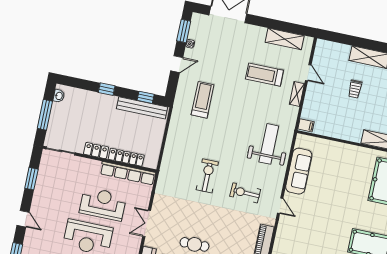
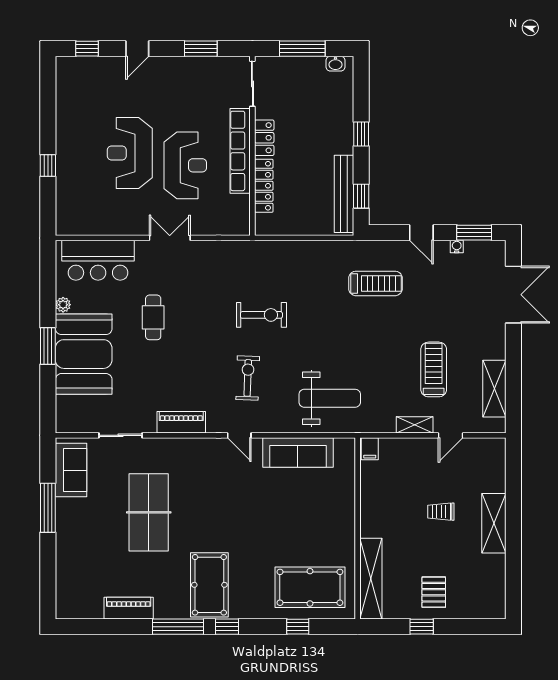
row of seats: (128, 173) -> (240, 151), moved
door: (280, 206) -> (239, 435), hinge flipped

